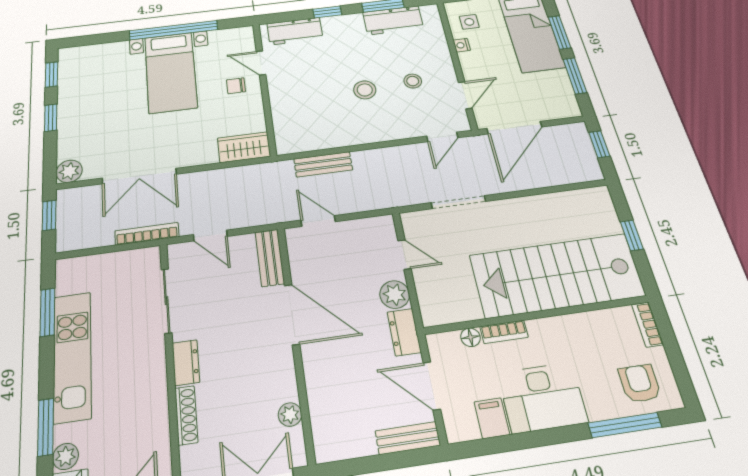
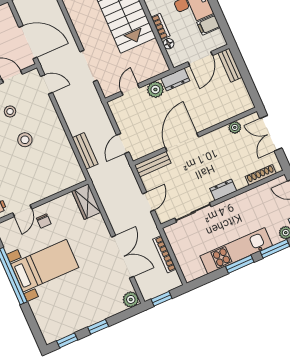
bookcase: (147, 234) -> (164, 254), moved
window: (48, 312) -> (240, 264), moved
shoe rack: (186, 415) -> (261, 175), moved

